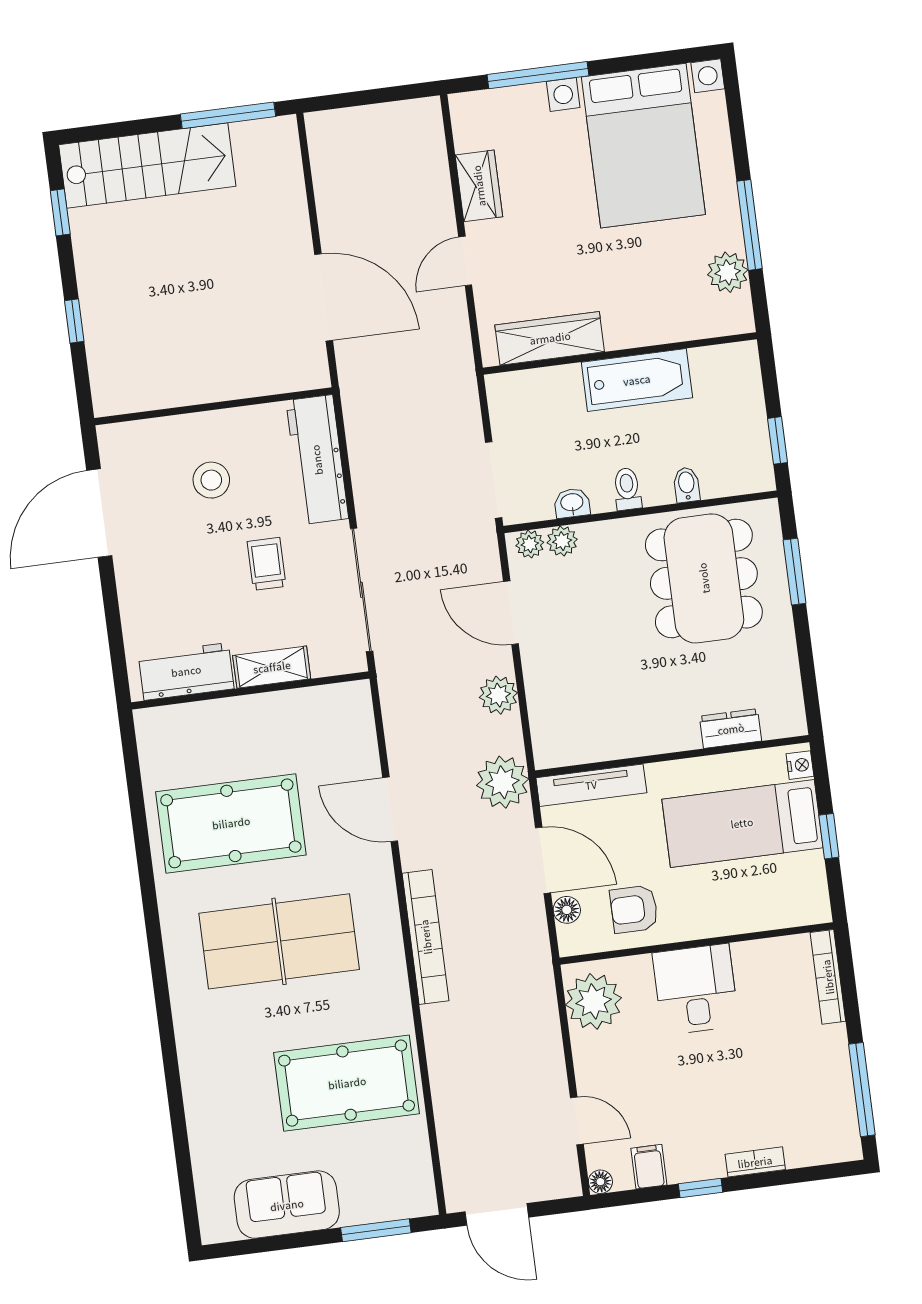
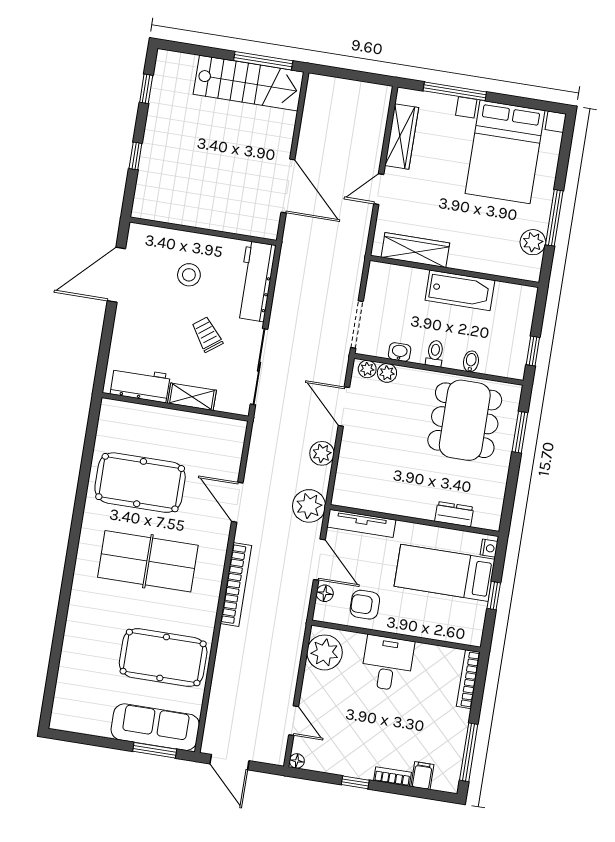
stairs: (147, 166) -> (249, 83), moved
wardrobe: (479, 186) -> (402, 137), width x1.50
trolley: (267, 564) -> (207, 334), turned -37
filing cabinet: (649, 1167) -> (422, 776), moved
sofa: (287, 1205) -> (155, 727), moved, width x1.36

